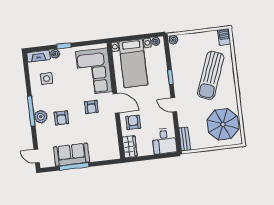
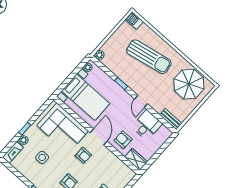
sun lounger: (211, 75) -> (149, 57), turned -32
side table: (47, 79) -> (42, 157), moved
door: (116, 103) -> (99, 137), hinge flipped
door: (174, 105) -> (141, 101), hinge flipped
desk: (164, 141) -> (147, 125), moved, turned -90

